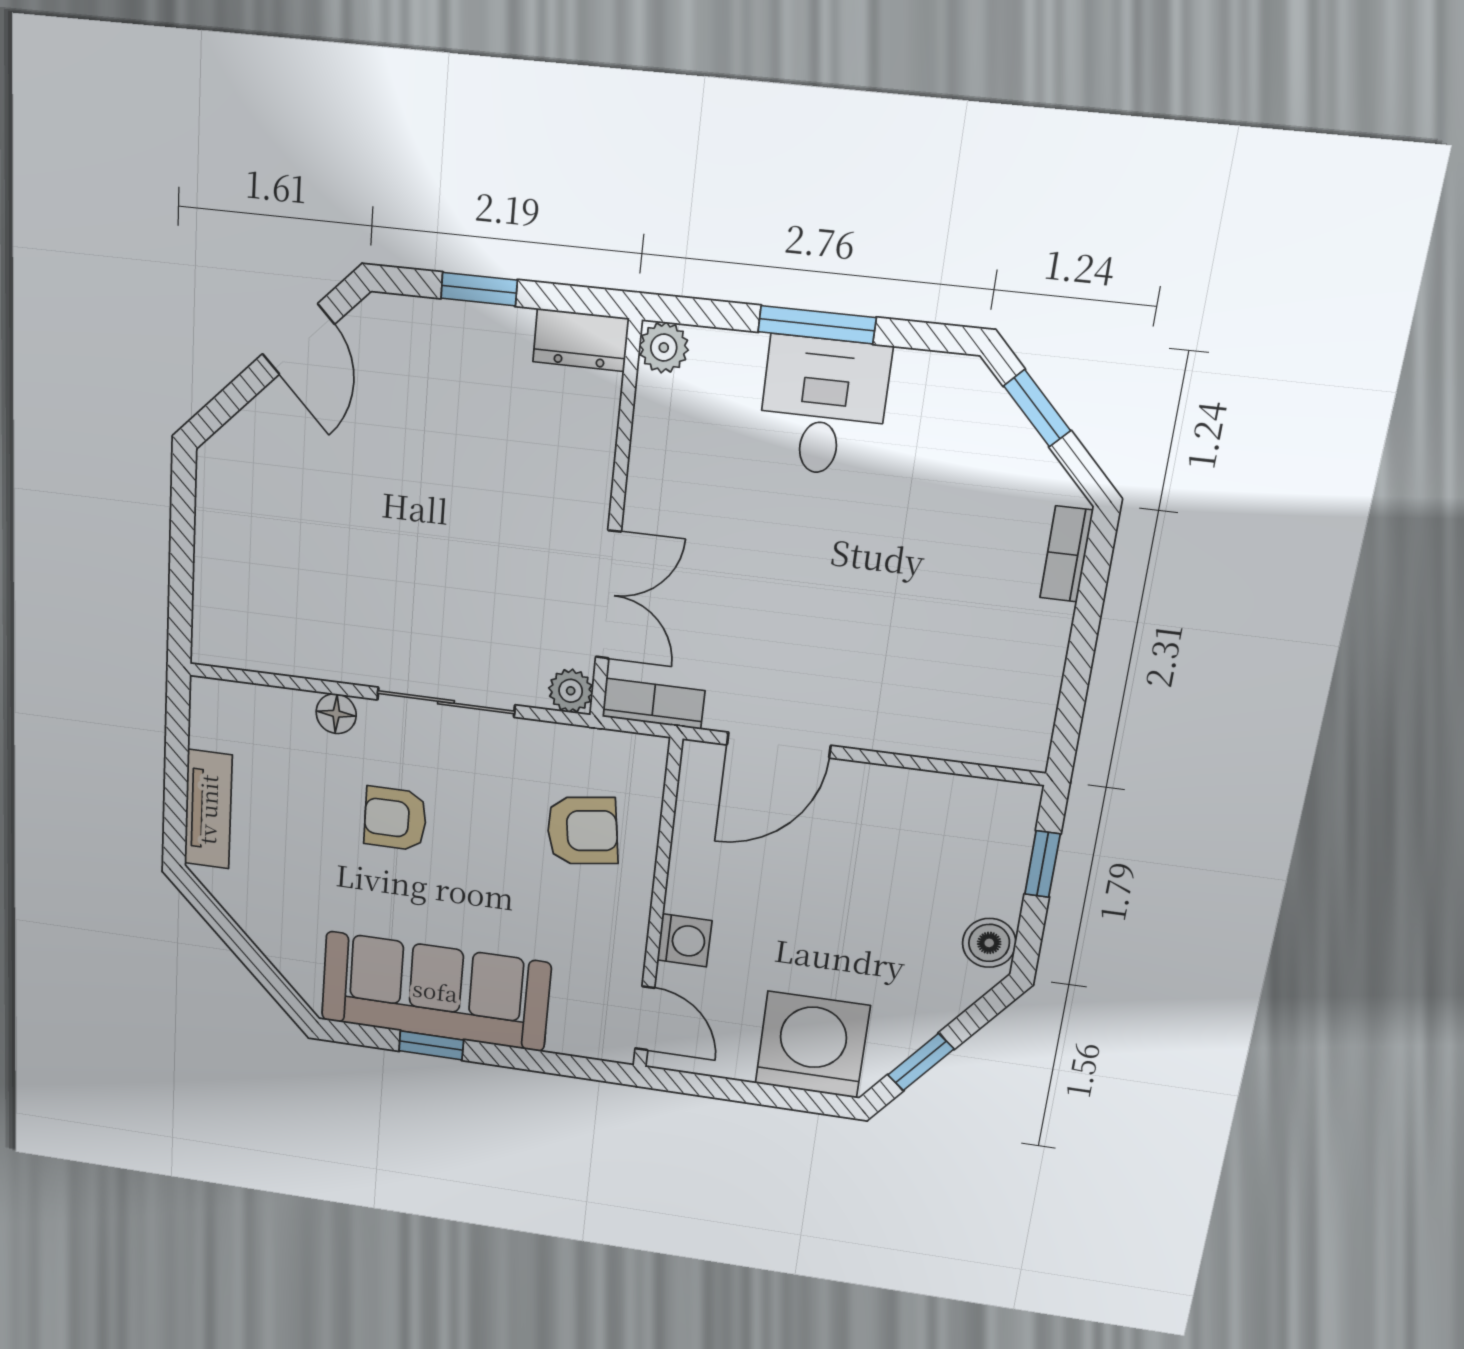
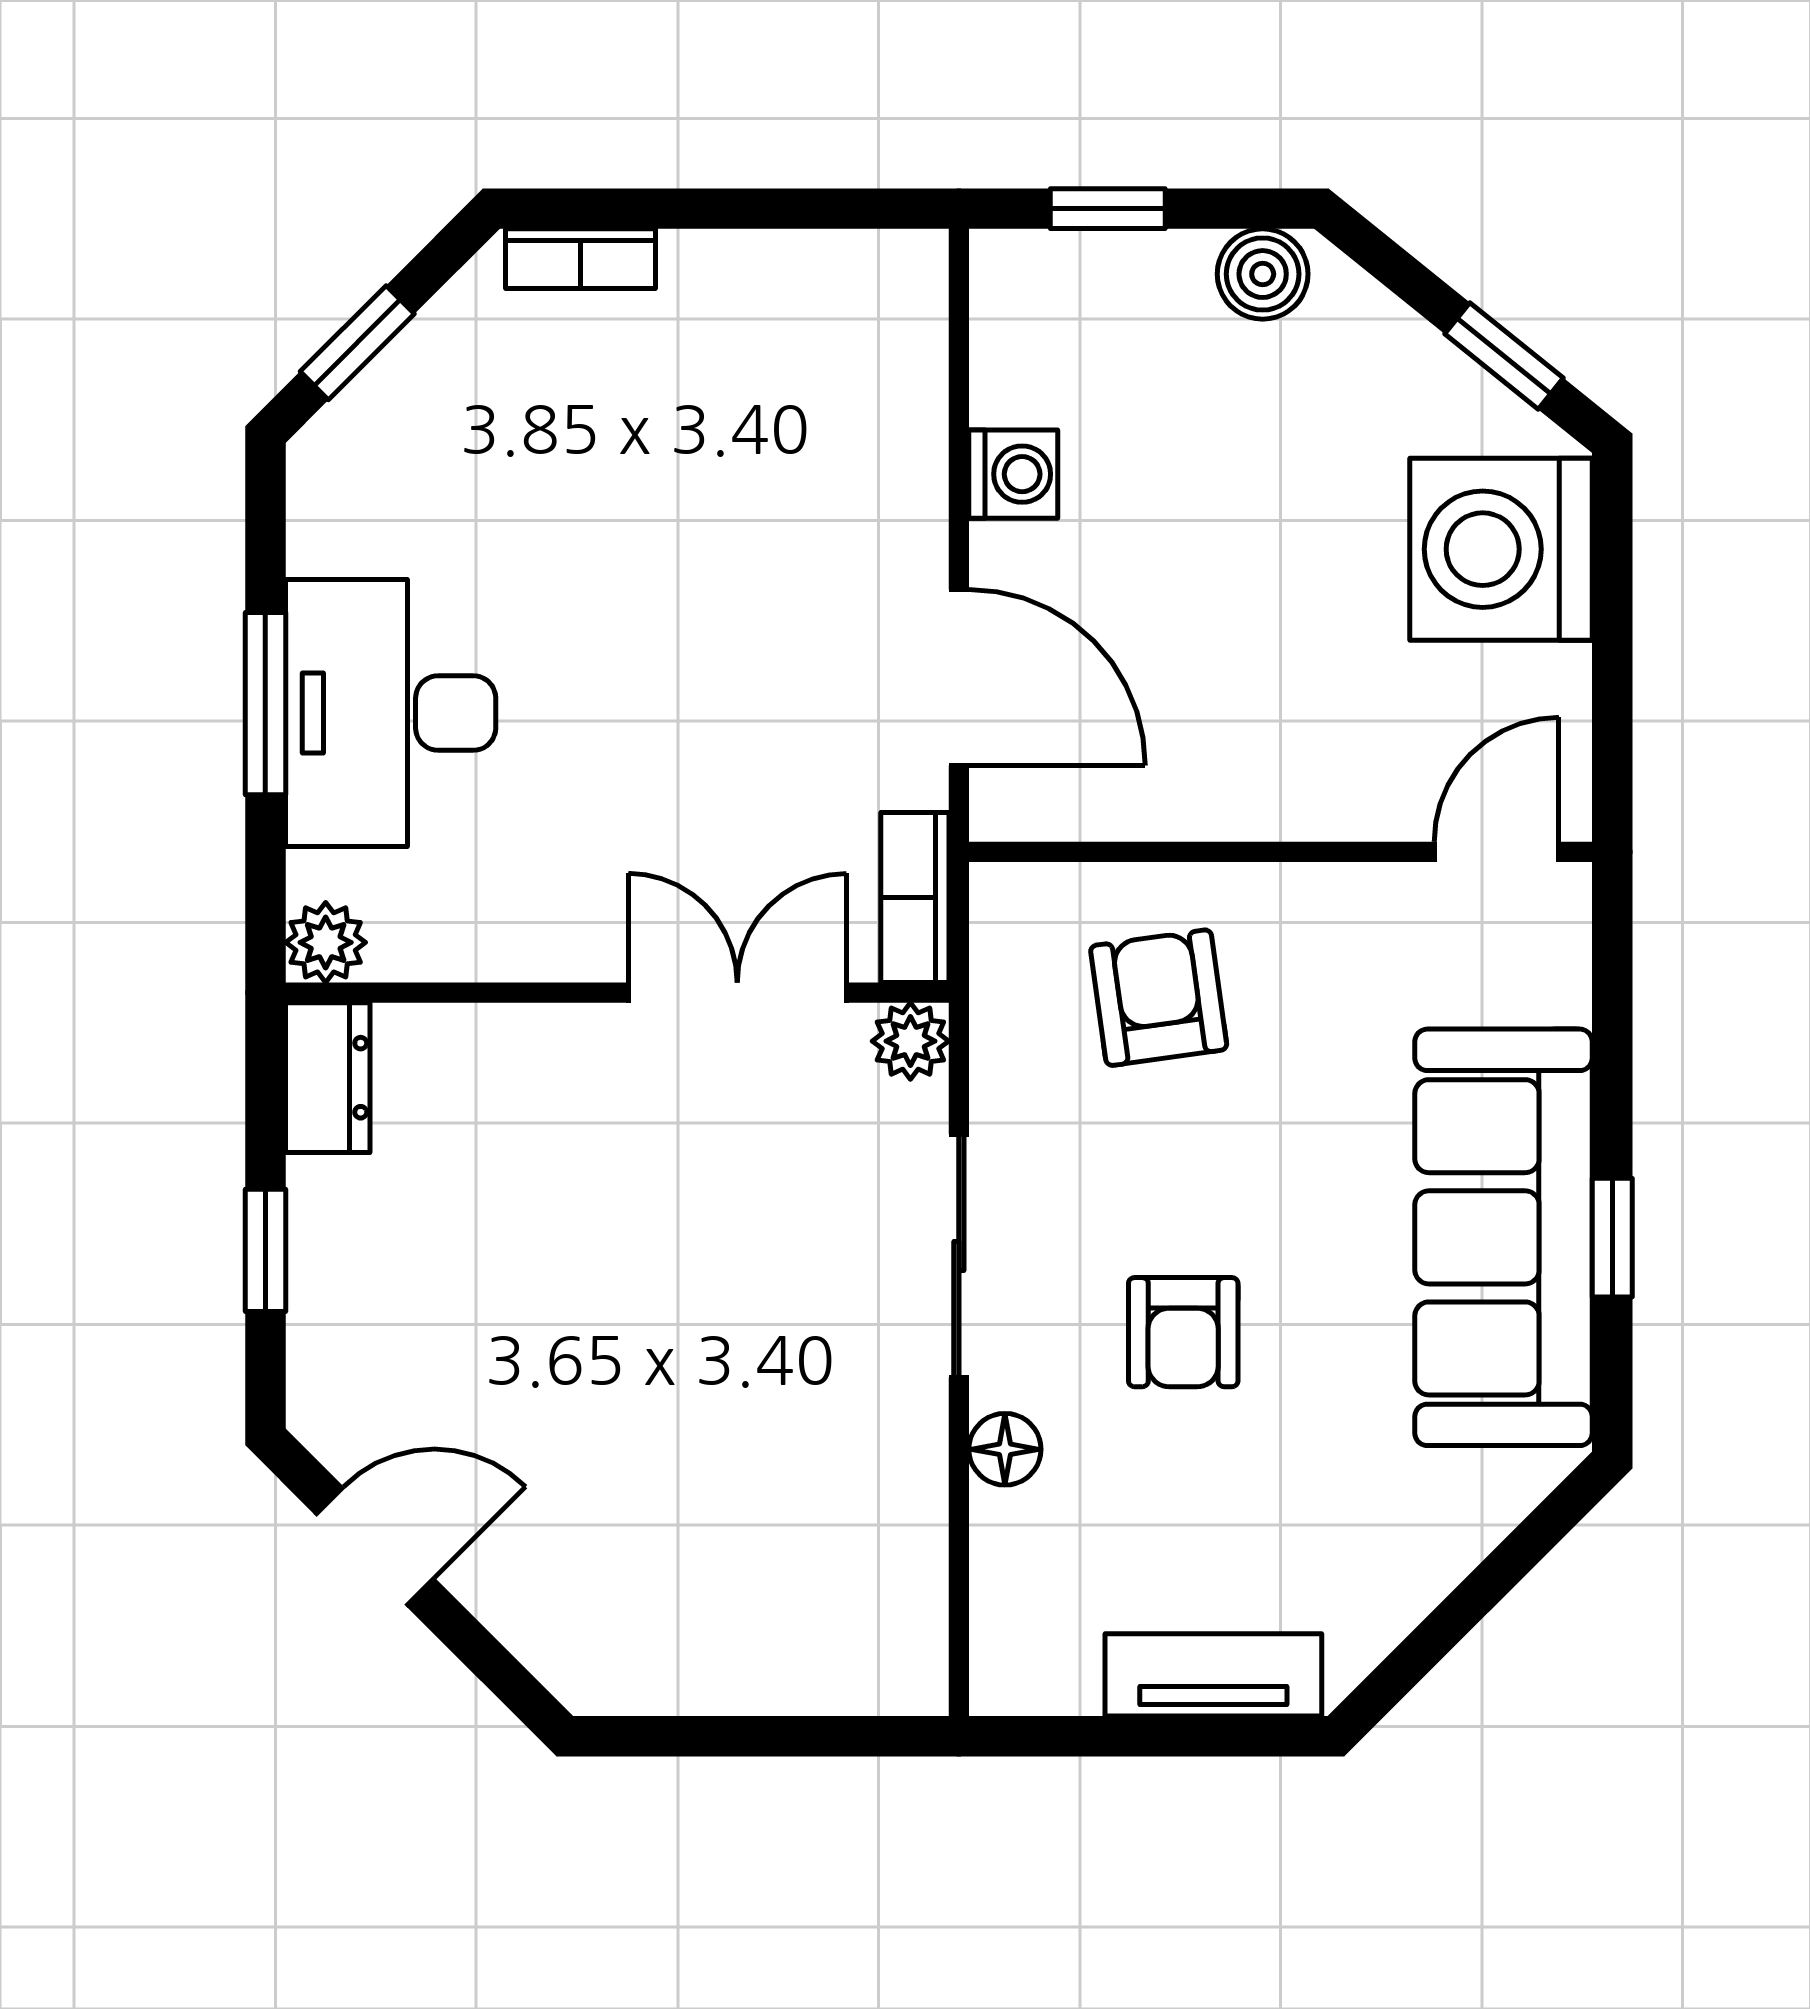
desk: (823, 406) -> (391, 713), width x1.37
washing machine: (684, 940) -> (1013, 474), moved, turned 90

